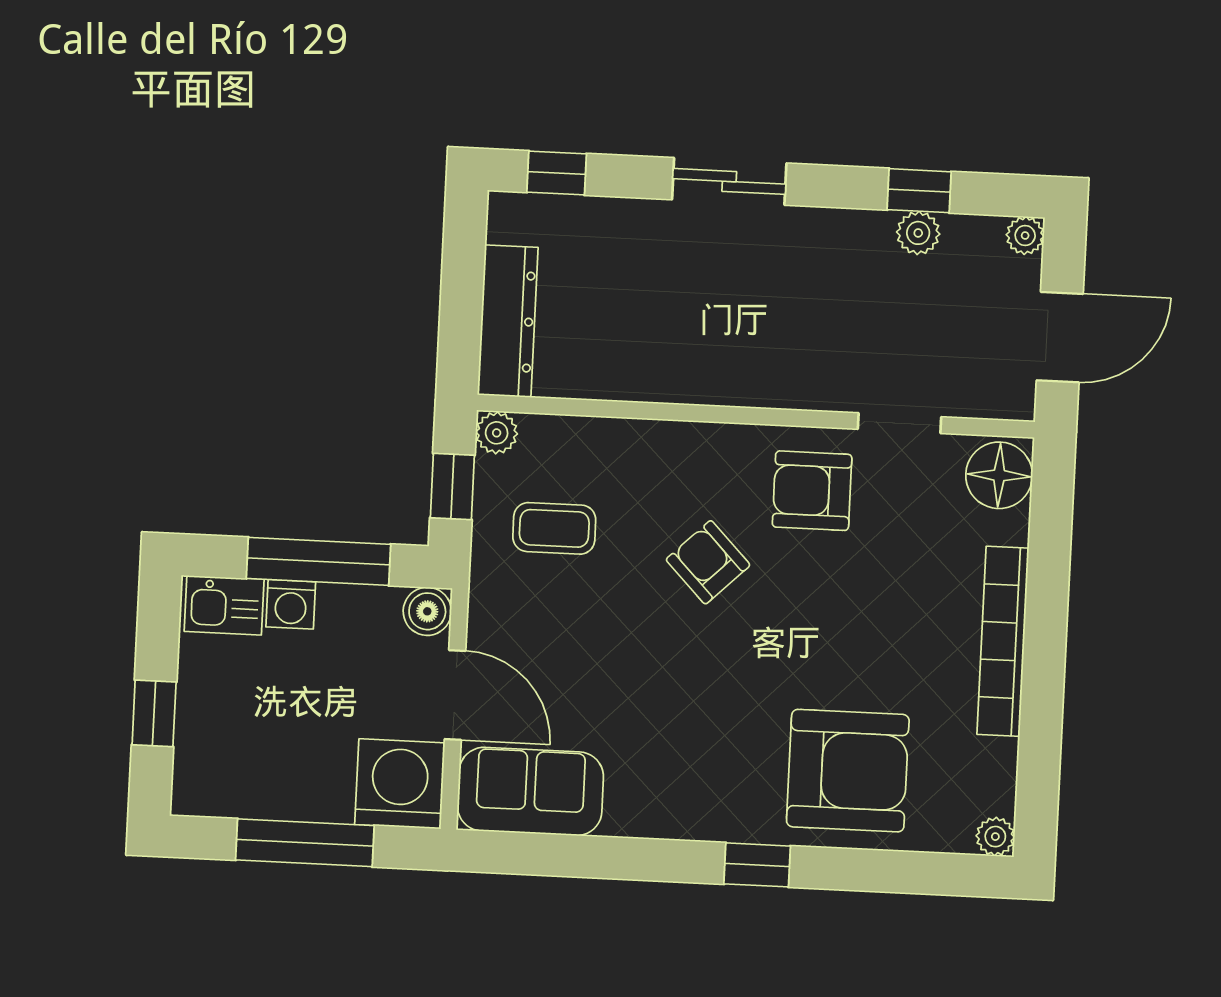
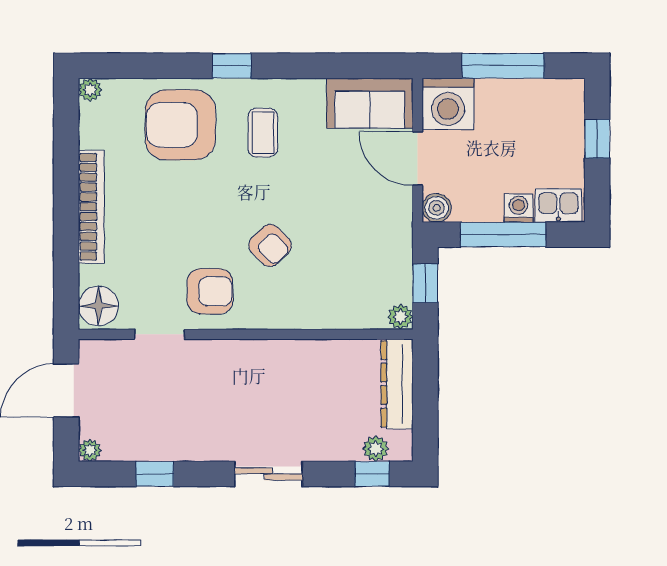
plant: (918, 233) -> (376, 449), moved
coffee table: (554, 528) -> (263, 133), moved, turned 90

